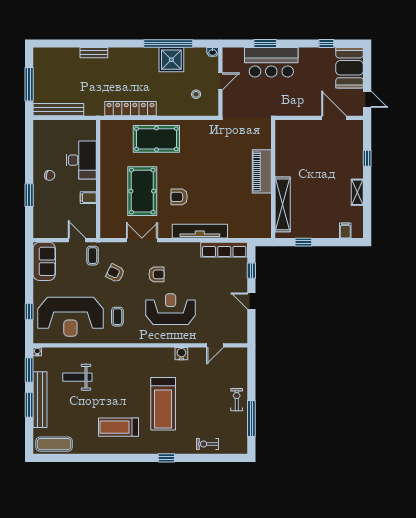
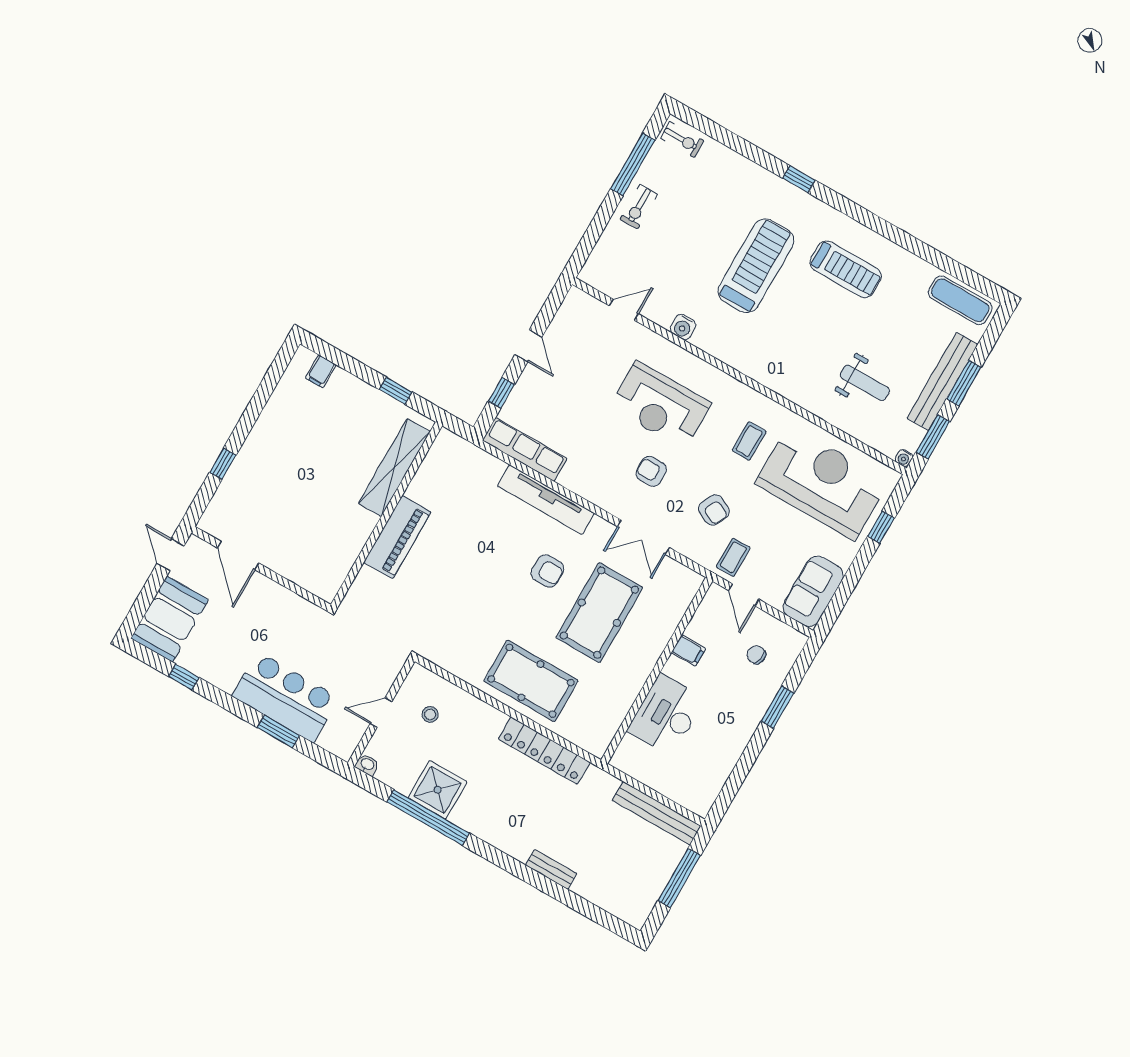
chair: (50, 175) -> (756, 655), moved
shelving: (357, 192) -> (268, 420), removed
exercise bike: (207, 444) -> (682, 140), moved

